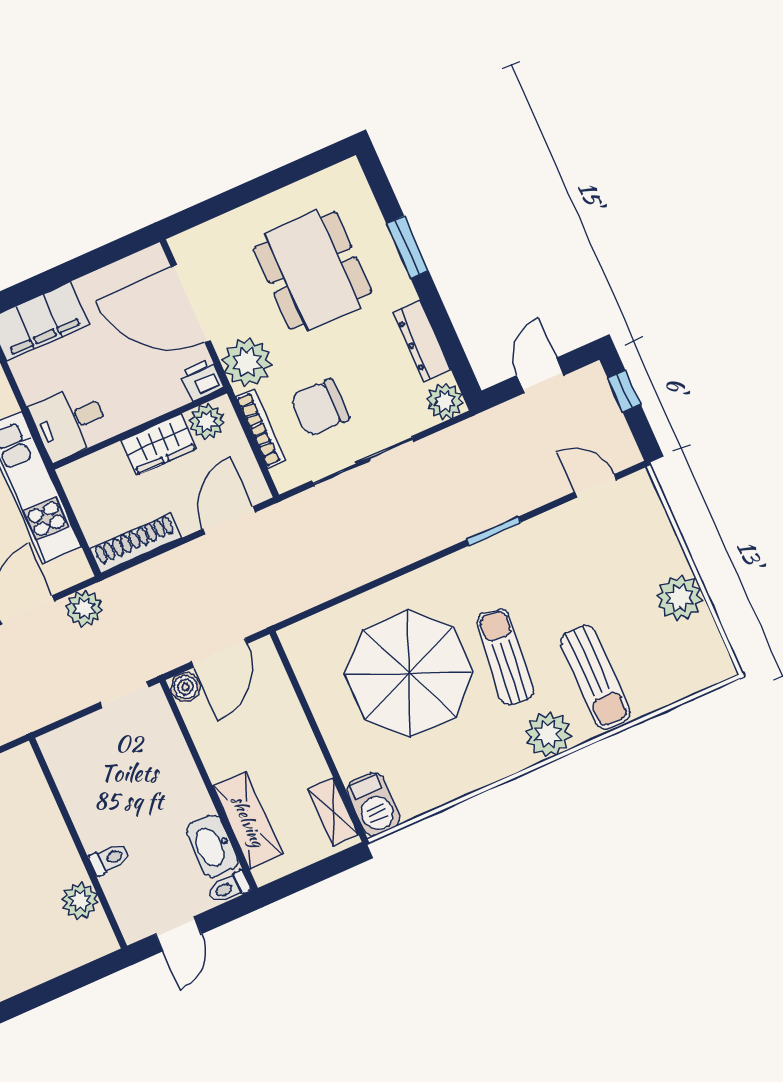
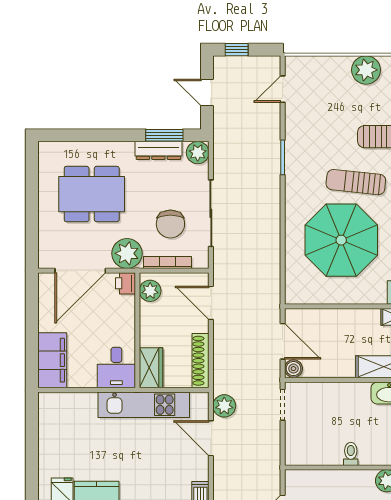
window: (407, 247) -> (164, 135), moved
wardrobe: (159, 444) -> (151, 368), moved
toilet: (109, 859) -> (351, 454), moved

